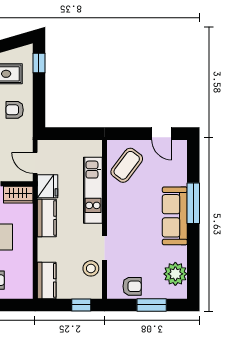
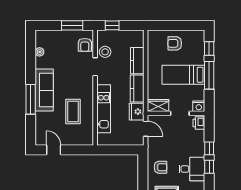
coffee table: (127, 165) -> (73, 111), moved, turned -37
plant: (175, 274) -> (40, 52), width x0.53, depth x0.53
kitchen counter: (47, 280) -> (137, 61), moved
armchair: (132, 286) -> (85, 45), moved, turned -90
window: (152, 305) -> (72, 25), moved

